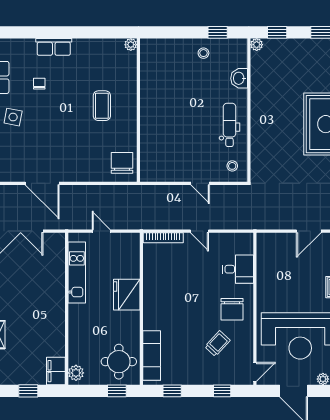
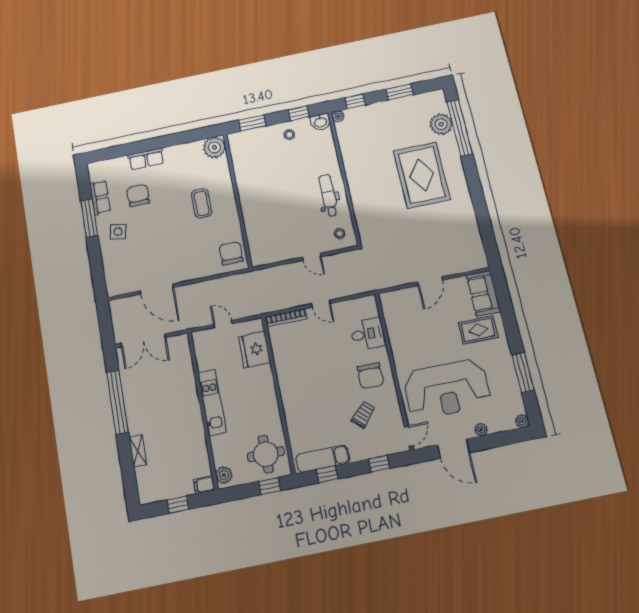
window: (168, 32) -> (252, 123), added
plant: (131, 45) -> (214, 147), width x1.87, depth x1.87
washbasin: (239, 78) -> (320, 122), moved, turned -90
chair: (39, 84) -> (138, 195), width x1.87, depth x1.87
kitchen unit: (77, 272) -> (212, 402), moved
fridge: (127, 295) -> (254, 350), moved
exam couch: (152, 356) -> (323, 459), moved, turned -90
filing cabinet: (56, 371) -> (204, 485), width x0.50

